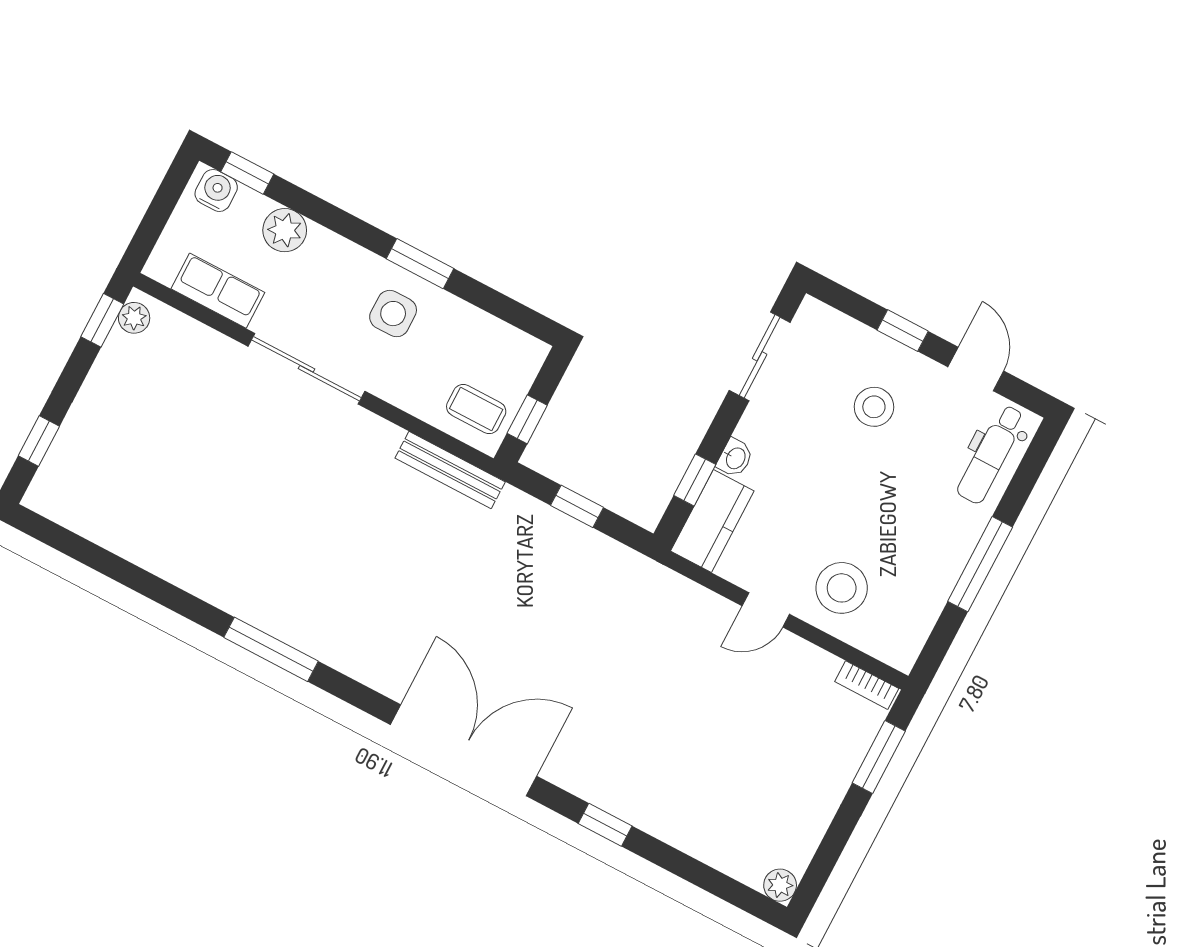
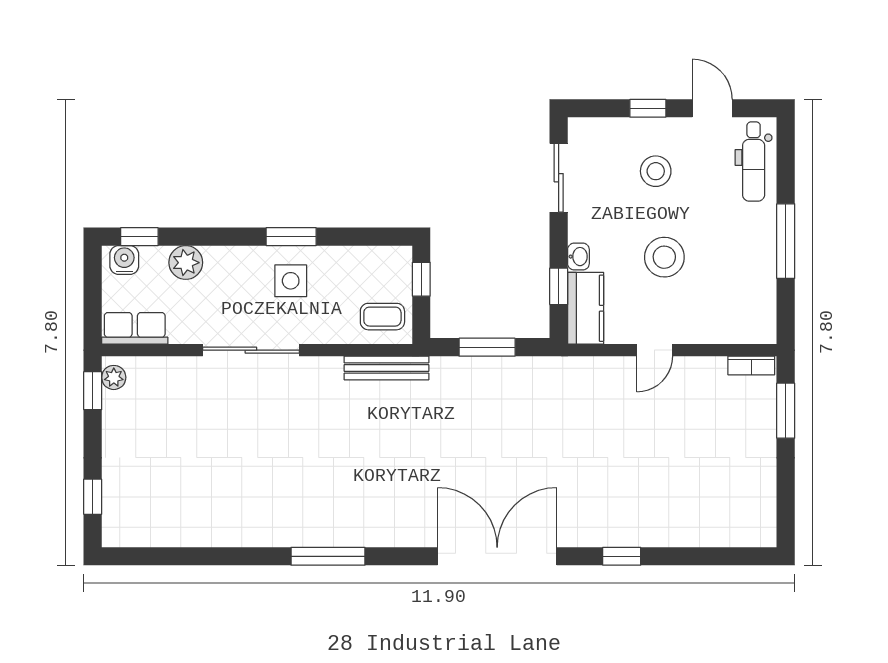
row of seats: (218, 291) -> (135, 328), moved
window: (527, 419) -> (421, 279), moved
window: (577, 506) -> (487, 347), width x1.50
stool: (842, 588) -> (664, 257), moved
plant: (780, 885) -> (764, 535), removed

